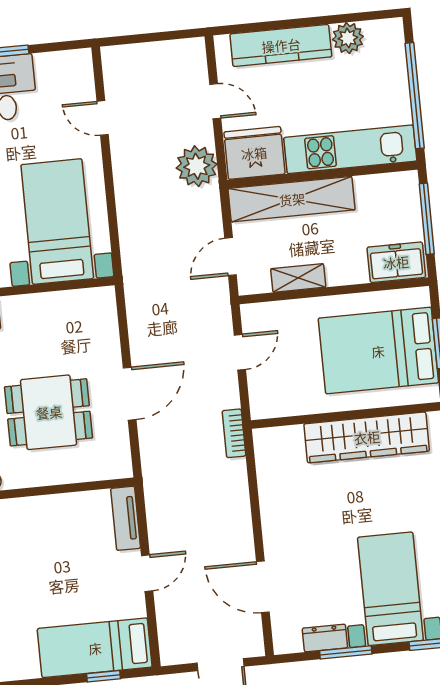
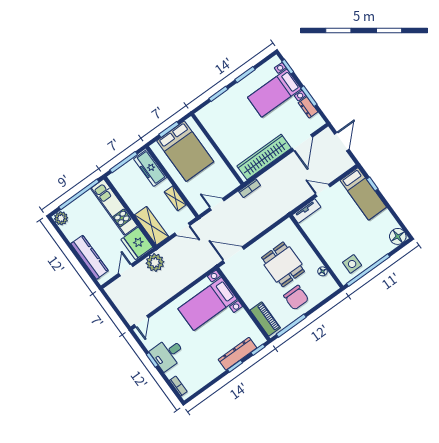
plant: (348, 38) -> (61, 218), moved
door: (103, 118) -> (141, 321), moved
shelving: (292, 199) -> (152, 226), width x0.68
freezer: (396, 262) -> (150, 168), width x1.40
door: (130, 394) -> (233, 255), moved
wardrobe: (367, 437) -> (264, 157), moved, turned -90

